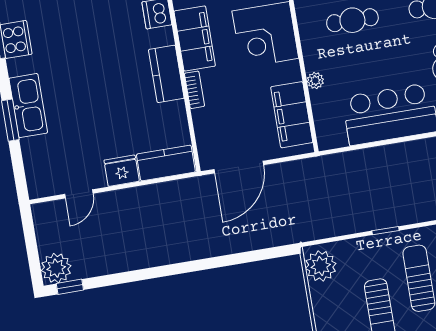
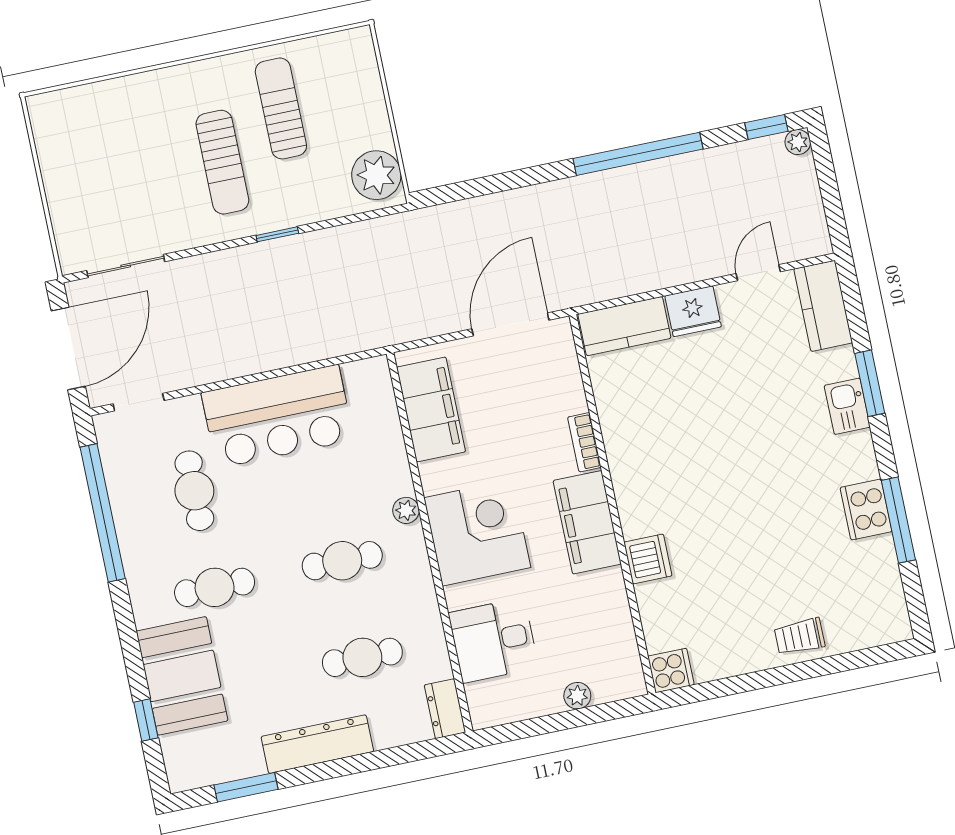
kitchen counter: (166, 74) -> (823, 306), moved, turned 180
plant: (315, 81) -> (406, 510), moved
kitchen sink: (28, 106) -> (847, 406), width x0.53, depth x0.81
plant: (56, 268) -> (798, 142), width x0.53, depth x0.53
window: (153, 273) -> (638, 154), added

